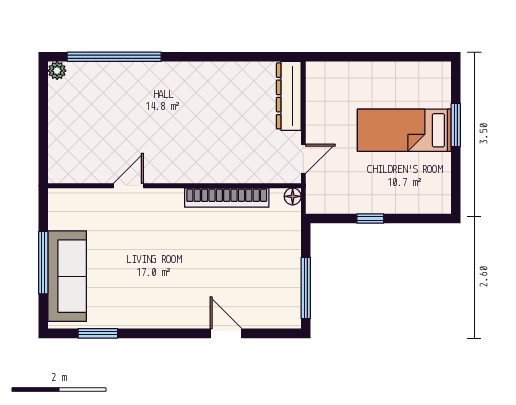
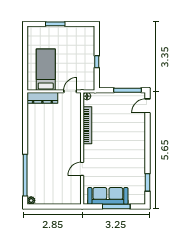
bed: (404, 130) -> (46, 70), moved, turned 180
door: (303, 159) -> (70, 91), hinge flipped
door: (128, 186) -> (82, 169), hinge flipped
sofa: (67, 276) -> (108, 196), moved
door: (226, 333) -> (148, 106), moved

